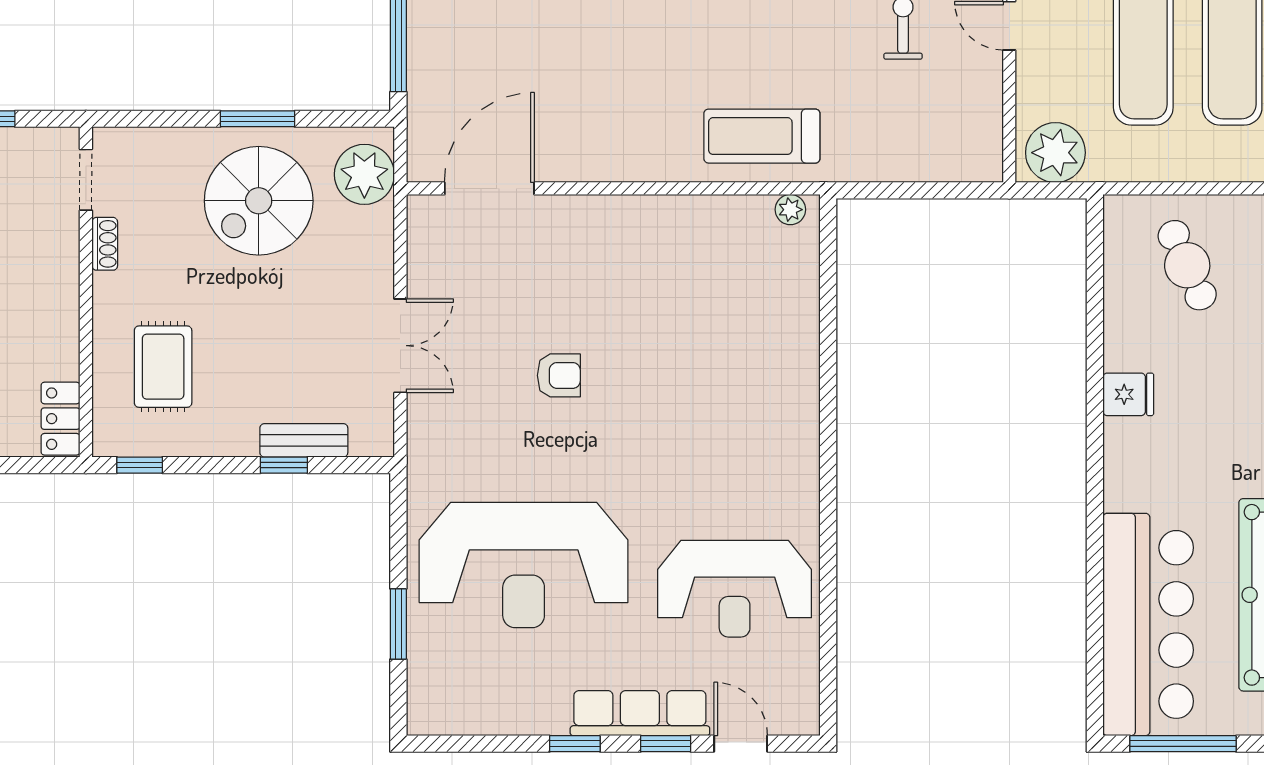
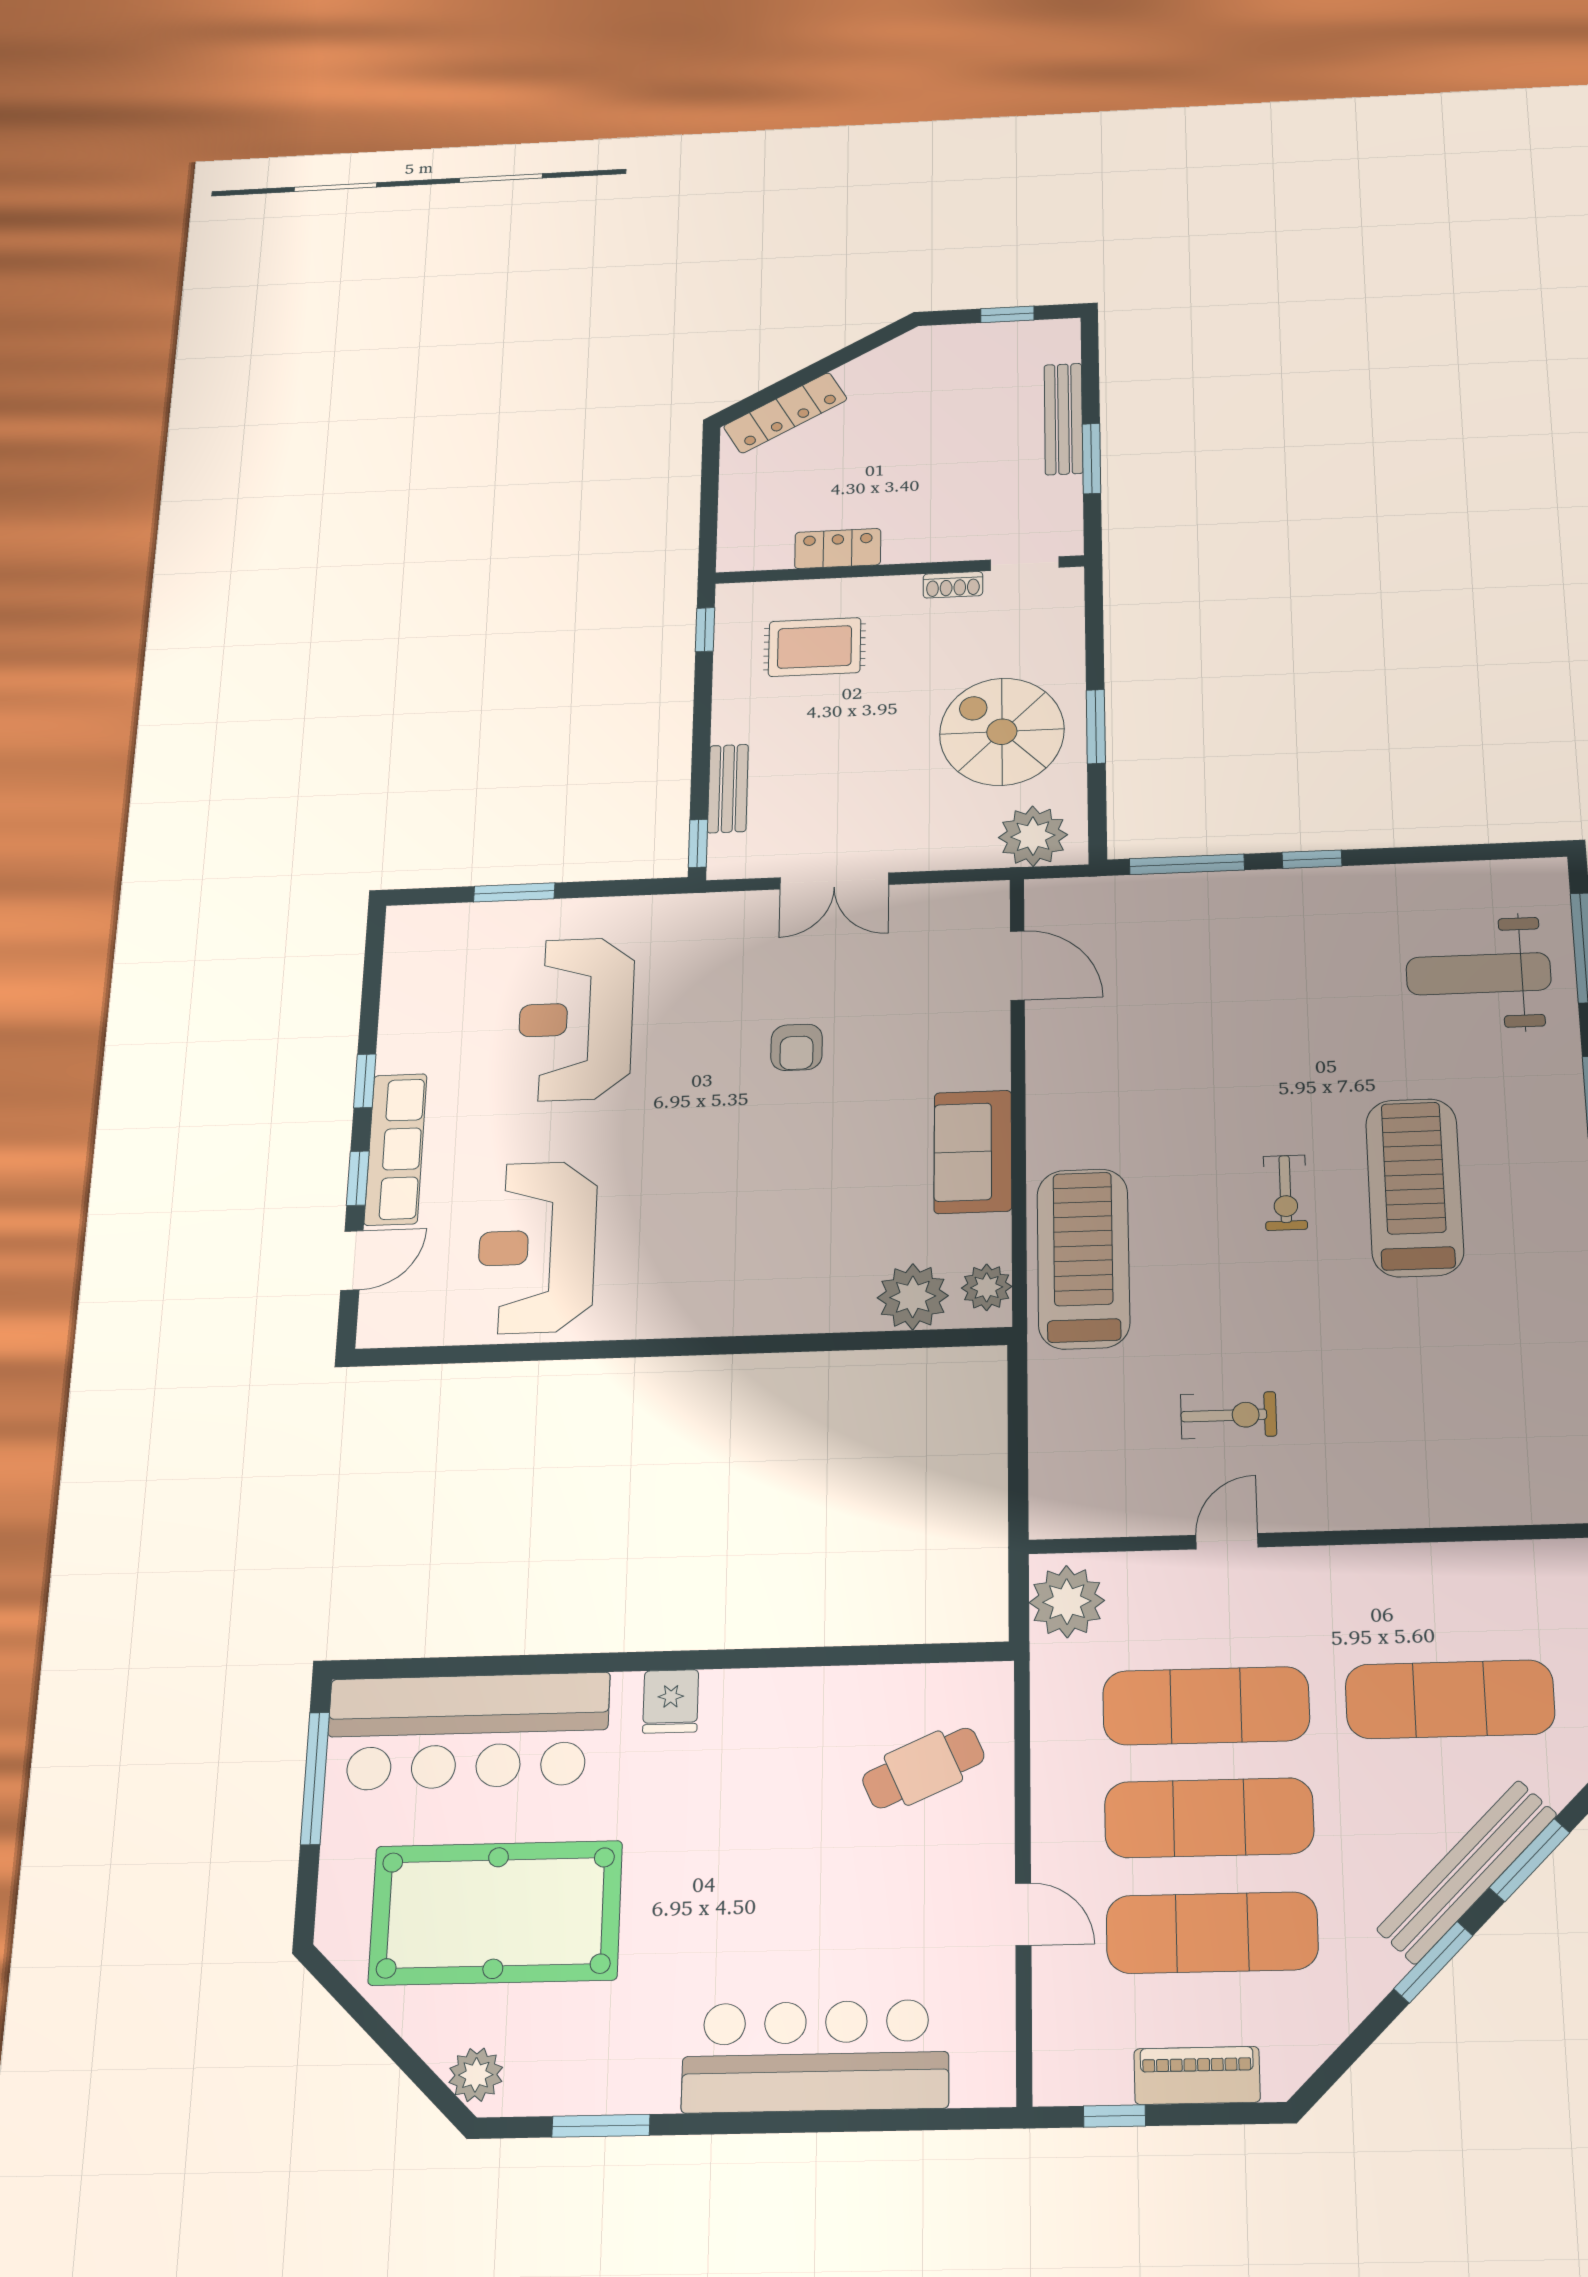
treadmill: (762, 136) -> (1083, 1258), width x1.37, depth x1.38
door: (489, 188) -> (1017, 965), width x0.73
plant: (790, 210) -> (987, 1287), width x1.38, depth x1.38
sofa: (662, 226) -> (973, 1152), added
plant: (791, 276) -> (913, 1297), added
fridge: (1128, 394) -> (671, 1701), moved
locker: (61, 419) -> (838, 549), moved
window: (284, 465) -> (698, 843), moved
reception desk: (524, 565) -> (576, 1019), width x0.74, depth x0.77

